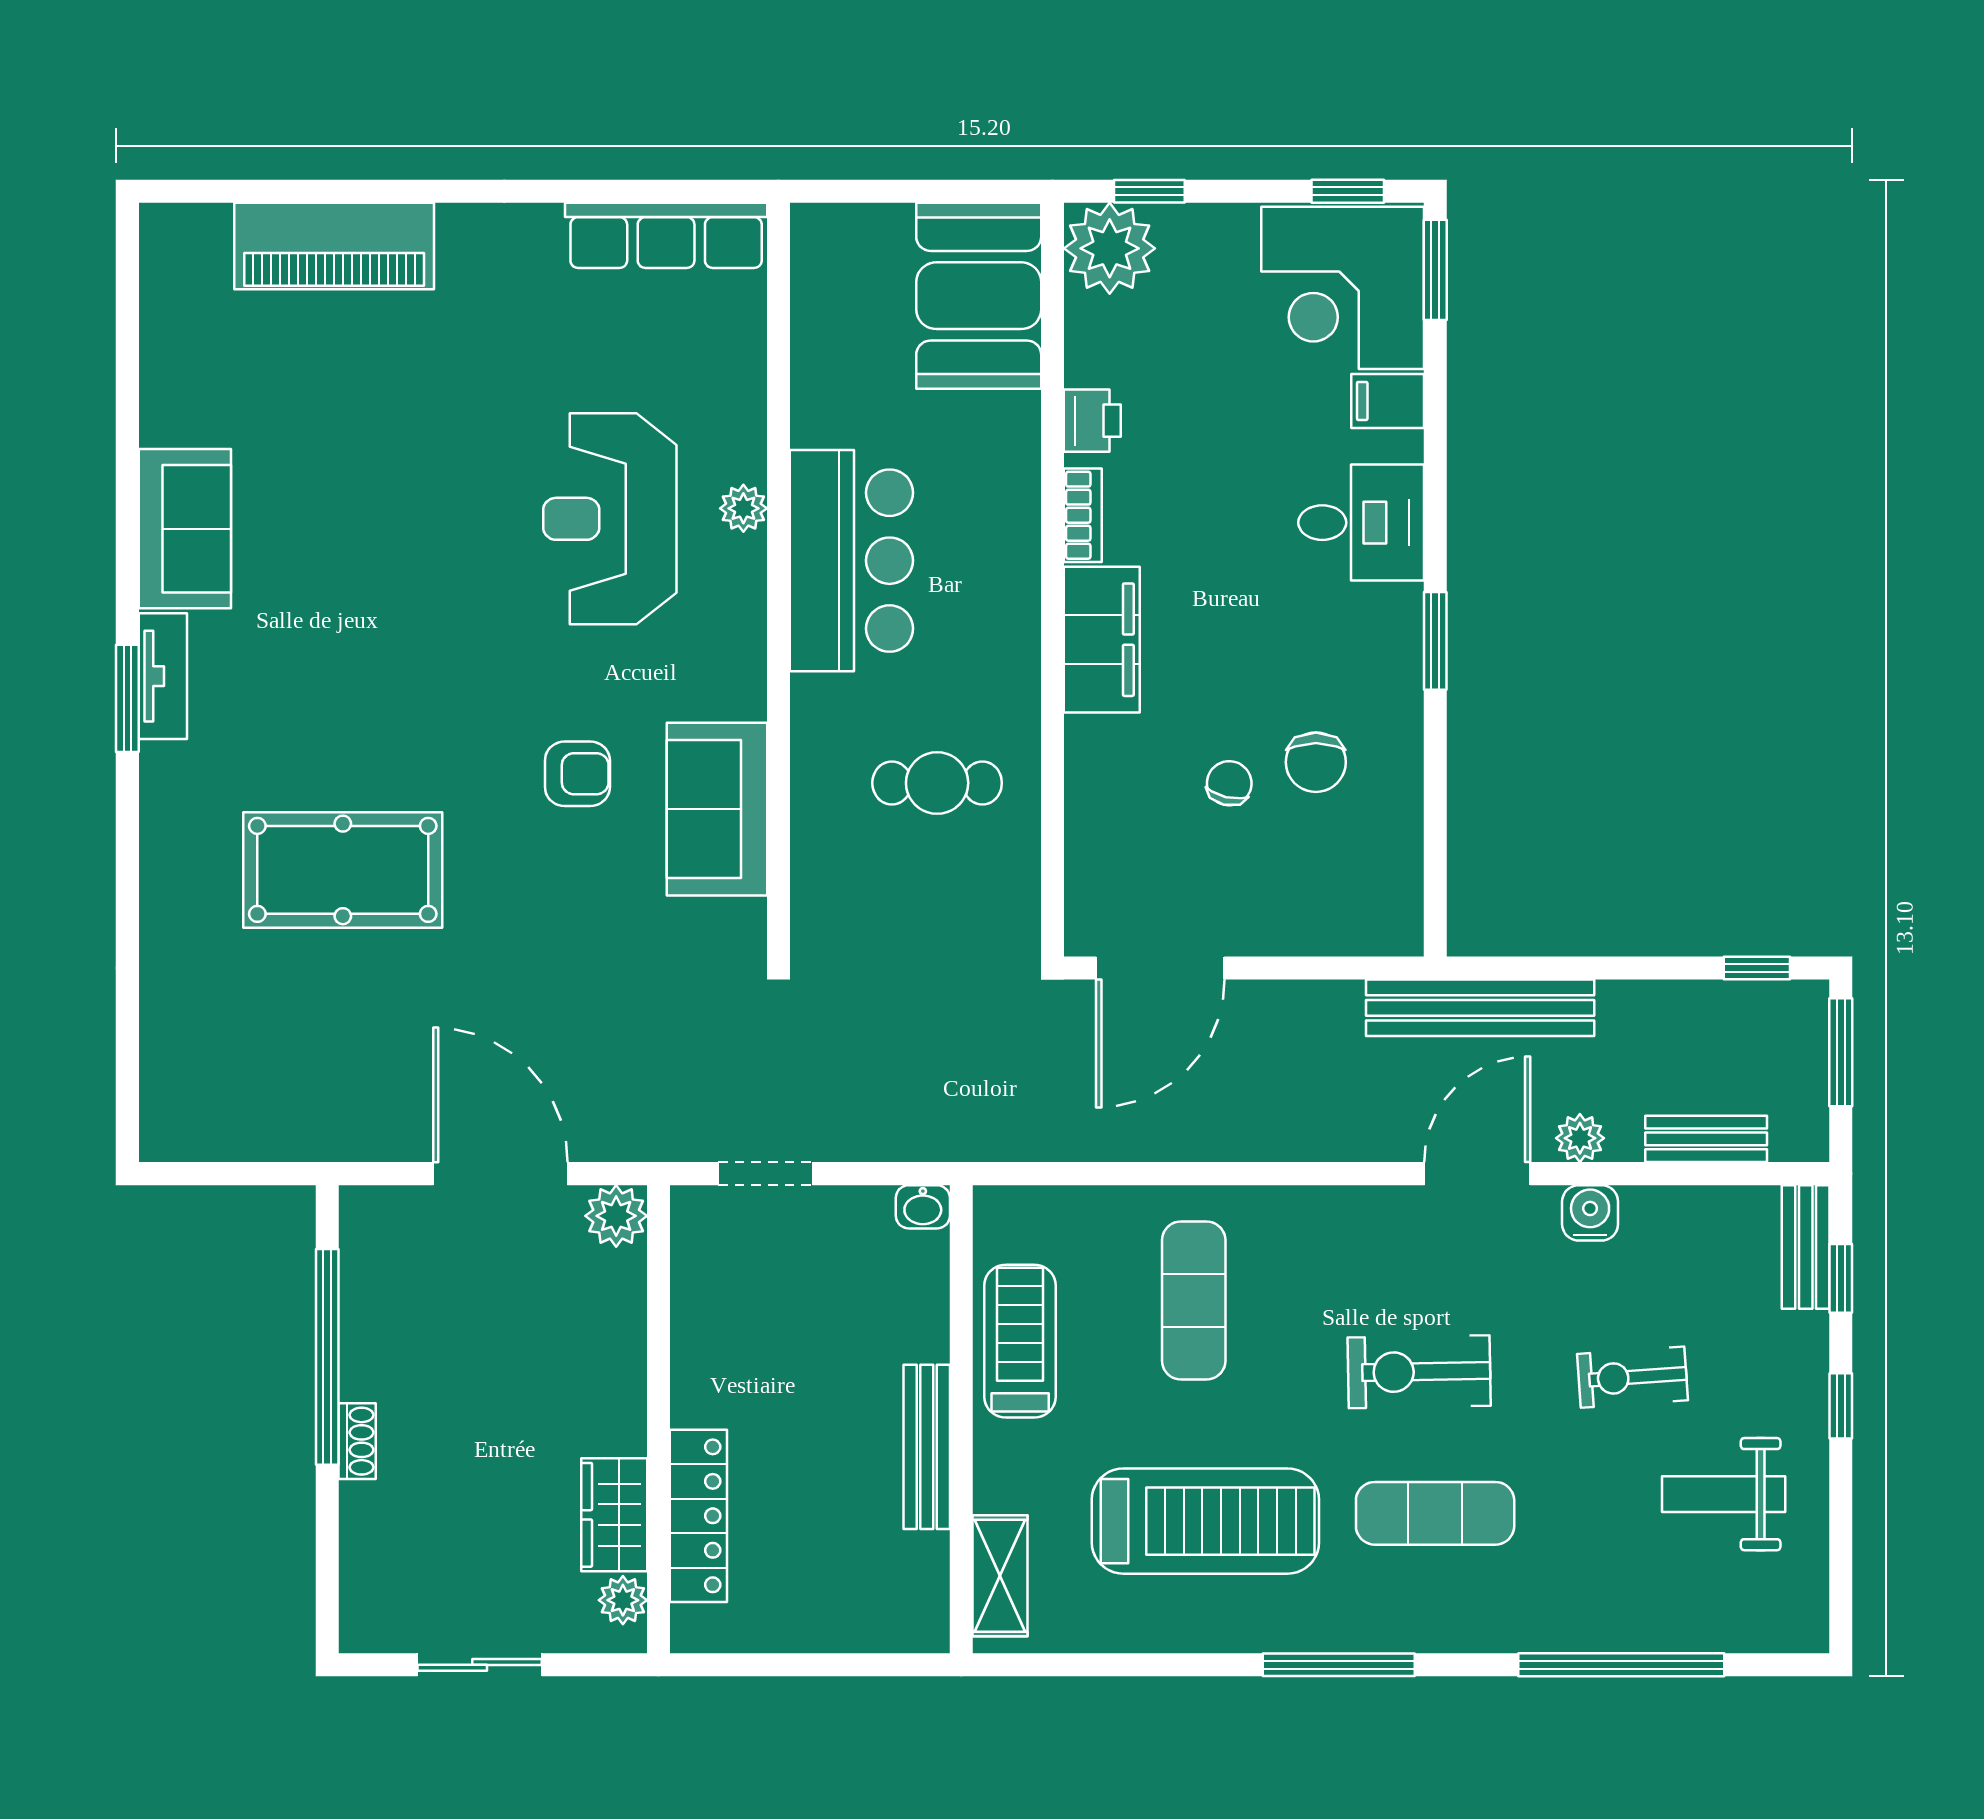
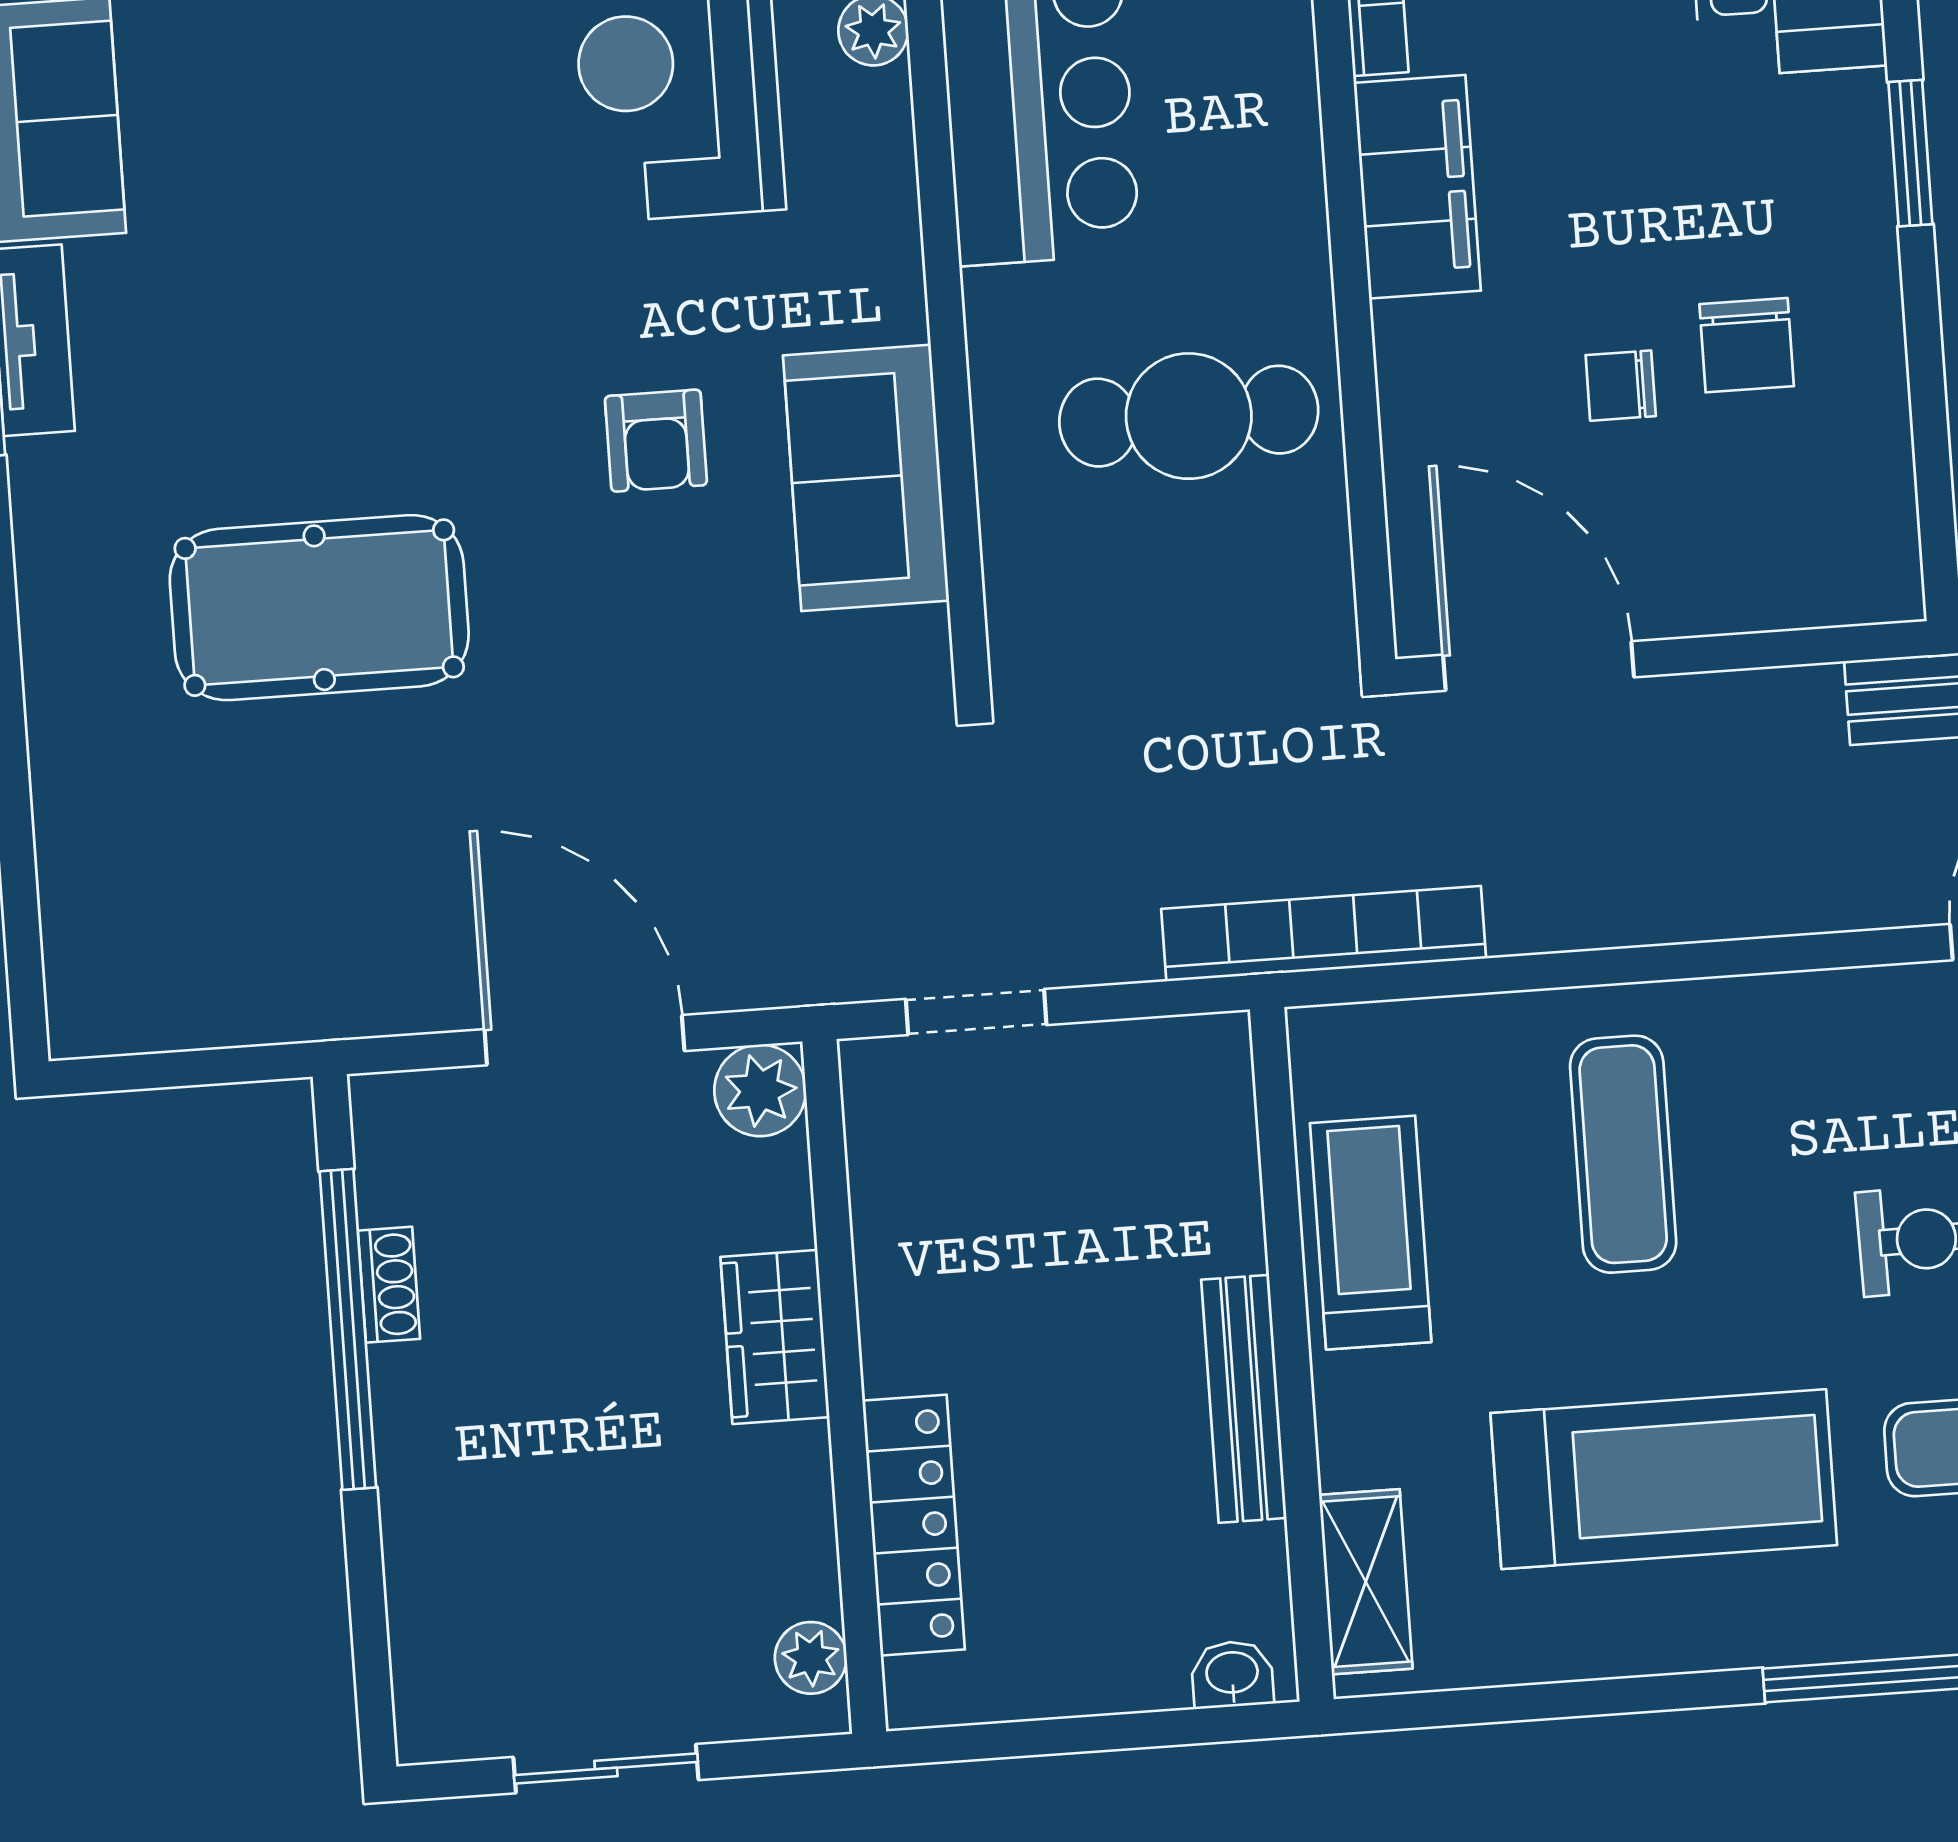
armchair: (577, 774) -> (656, 441), turned 90
cafe table: (937, 783) -> (1189, 416), width x1.37, depth x1.35
chair: (1229, 783) -> (1621, 386), turned -103
door: (1160, 968) -> (1538, 666), swing flipped
bookcase: (1003, 1138) -> (1324, 934), added
washbasin: (923, 1207) -> (1232, 1674), moved, turned 180
shoe rack: (357, 1441) -> (389, 1285), moved
wardrobe: (614, 1515) -> (775, 1337), moved

